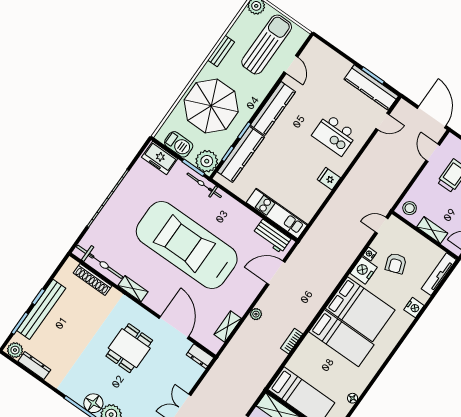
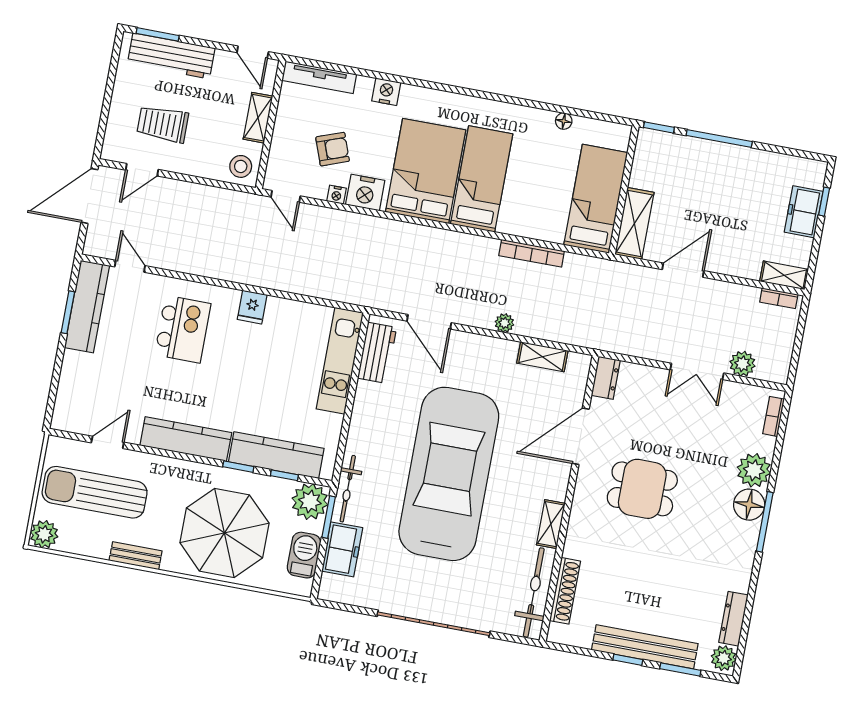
freezer: (160, 158) -> (342, 549), moved
car: (187, 245) -> (449, 474), turned 180
bookcase: (292, 341) -> (532, 253), width x1.56

